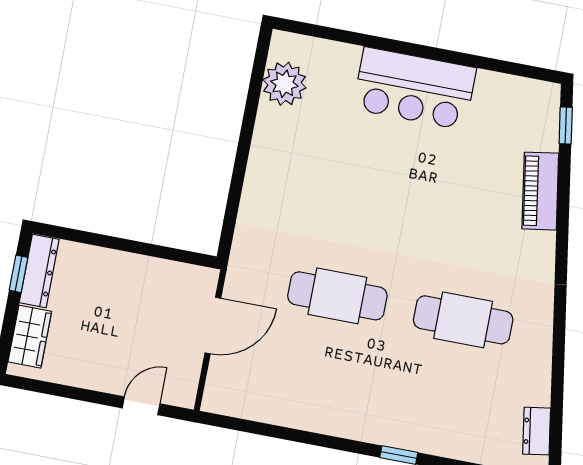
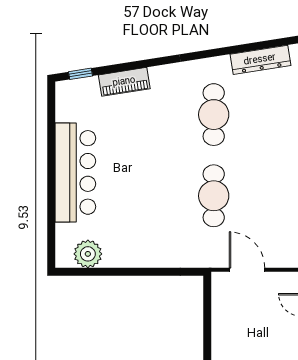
bar counter: (414, 88) -> (75, 172), width x1.36
dresser: (537, 431) -> (260, 60), width x1.96, depth x1.24

